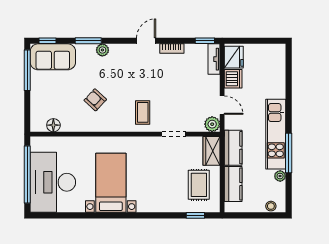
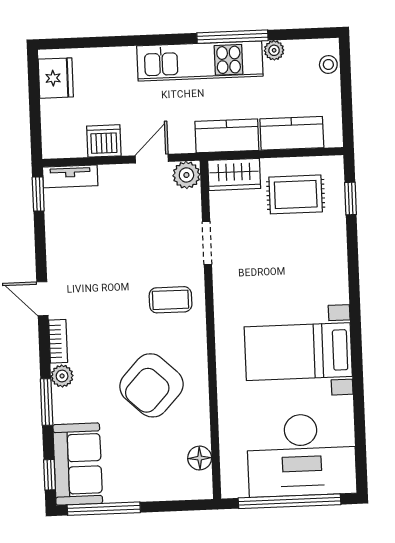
bookcase: (172, 49) -> (58, 341), moved
fridge: (234, 57) -> (56, 78), moved, turned 90
armchair: (95, 100) -> (151, 385), width x1.88, depth x1.88

